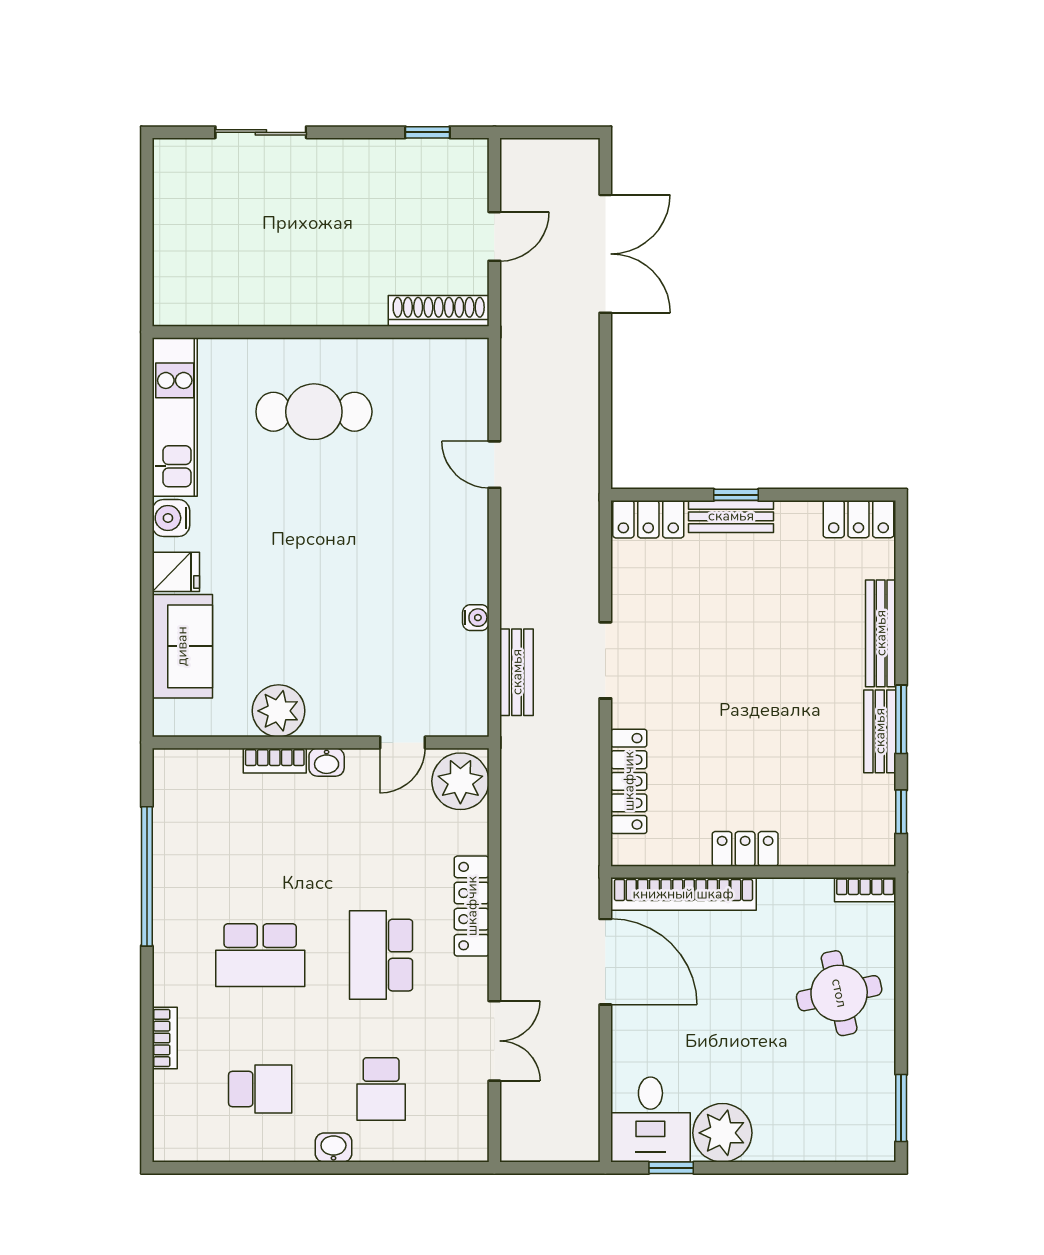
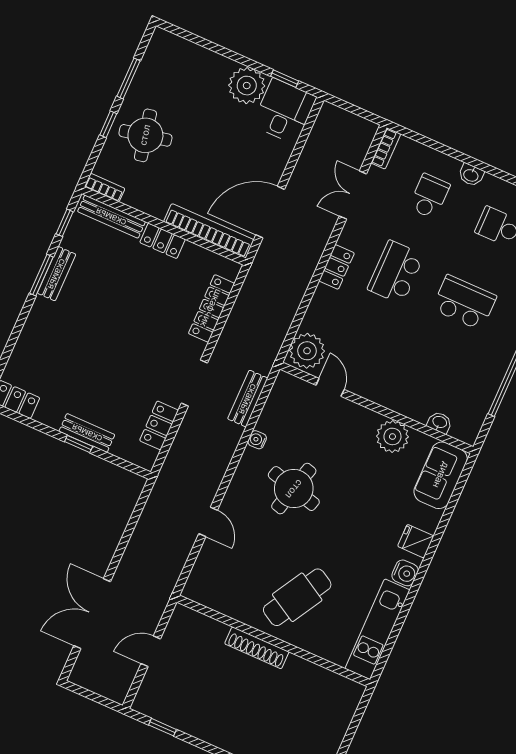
shoe rack: (439, 311) -> (257, 648), moved
cafe table: (314, 412) -> (297, 597), turned -60
locker: (648, 519) -> (159, 425), moved, turned -90
round table: (390, 570) -> (294, 489), added
bench: (881, 633) -> (111, 217), moved, turned 90
sofa: (182, 646) -> (441, 475), moved
door: (402, 742) -> (330, 387), hinge flipped
bookcase: (275, 761) -> (386, 148), moved, turned 90
washbasin: (327, 762) -> (439, 422), moved
locker: (472, 906) -> (337, 267), width x0.66
school desk: (381, 955) -> (396, 272), turned 180
door: (605, 962) -> (270, 212), hinge flipped
window: (901, 985) -> (108, 124), added
window: (901, 1108) -> (128, 79), moved

